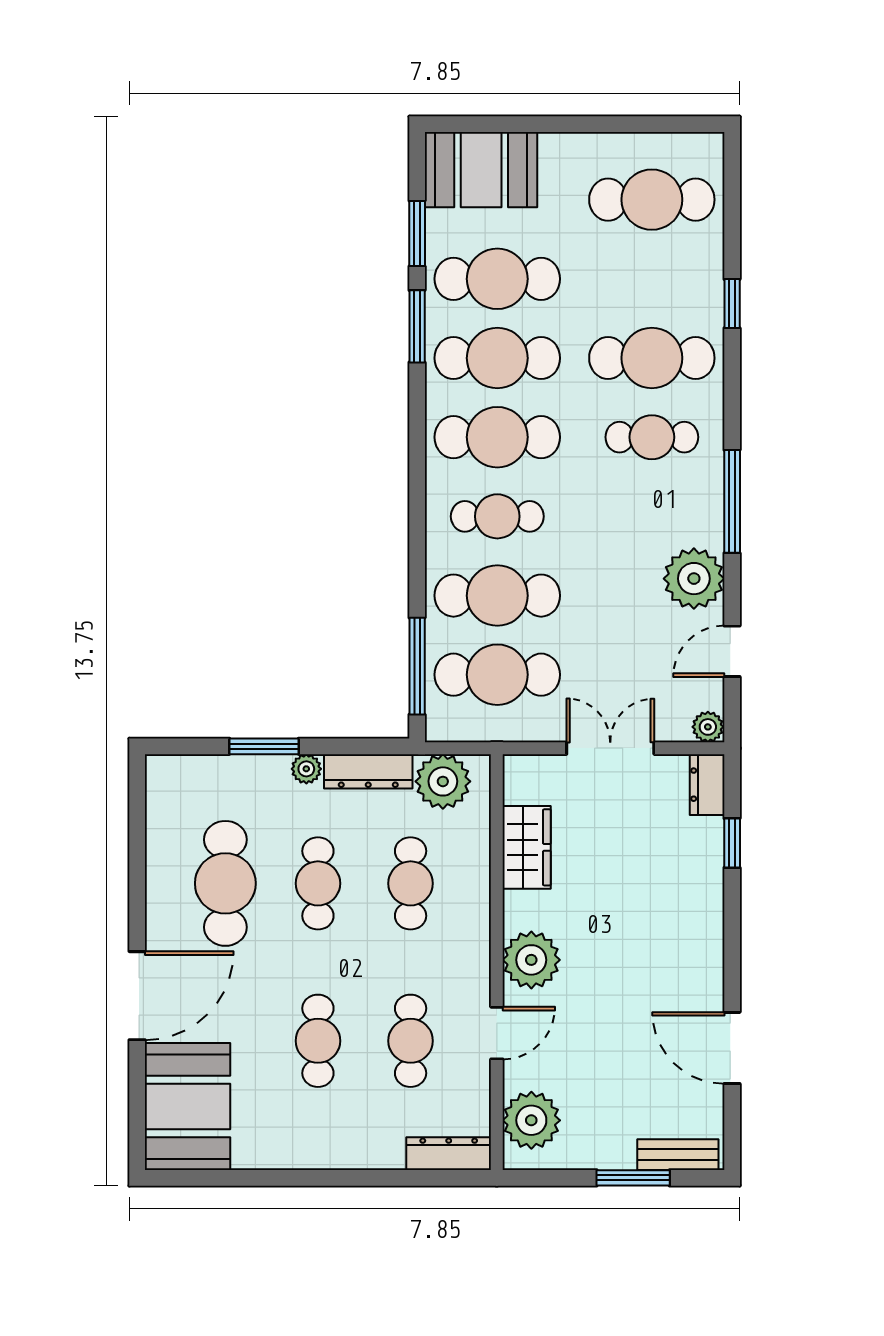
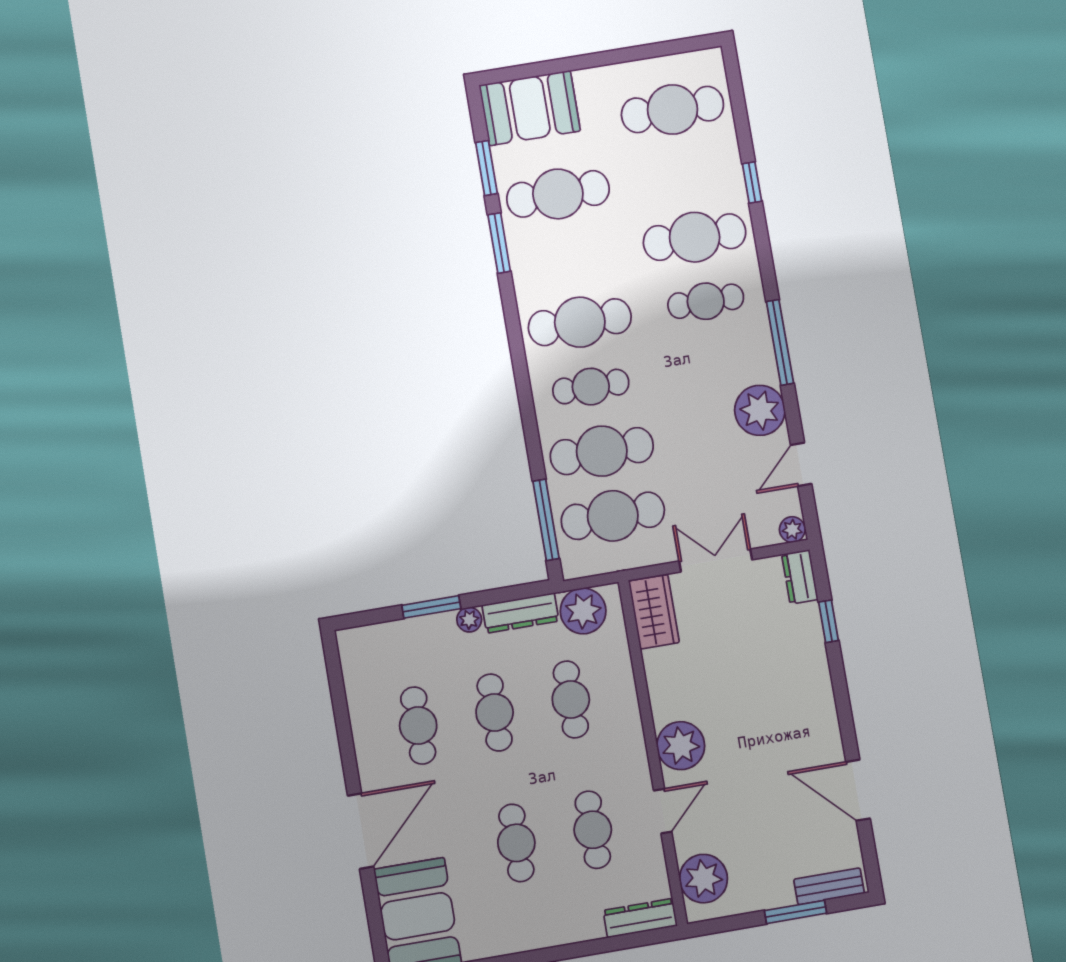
cafe table: (497, 358) -> (569, 258), removed
wardrobe: (527, 847) -> (654, 612), moved
cafe table: (225, 883) -> (418, 726), width x0.73, depth x0.74

